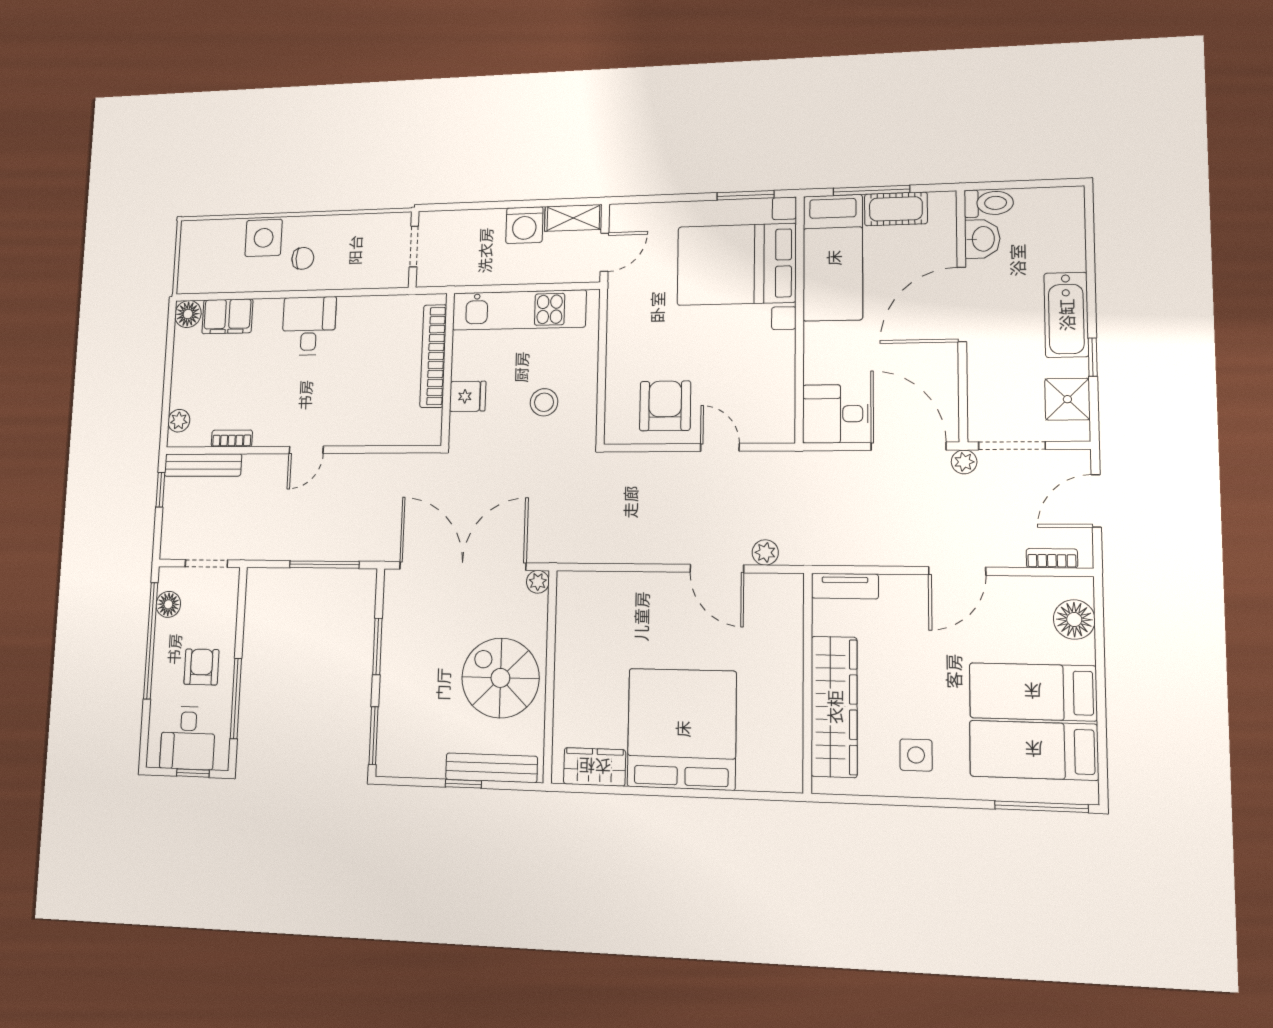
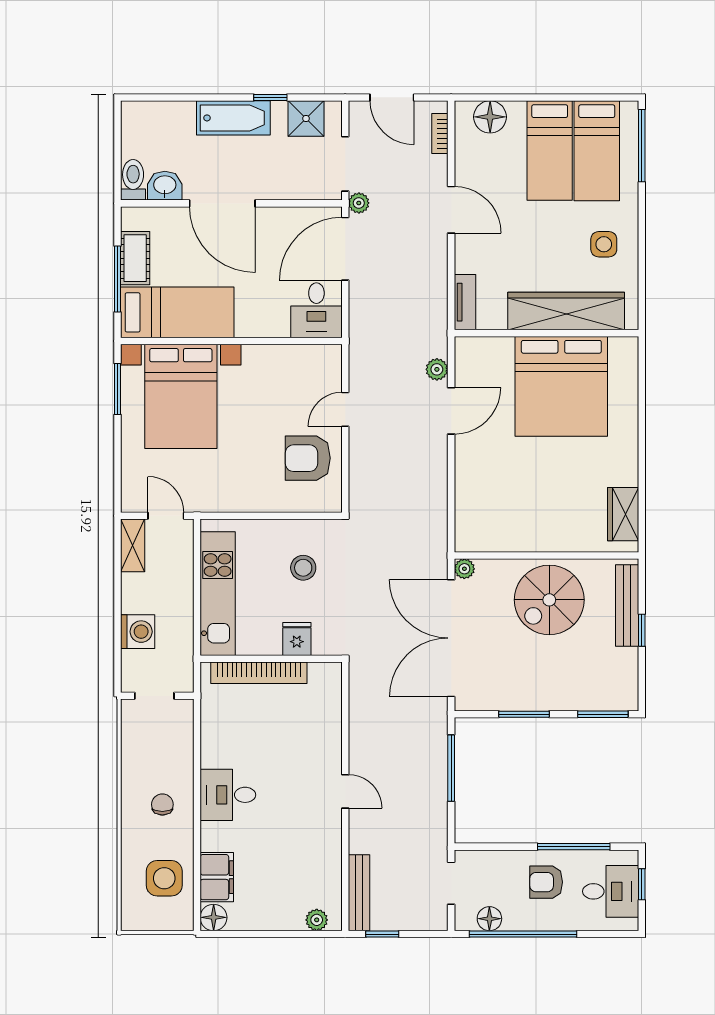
washing machine: (524, 225) -> (138, 632), moved
side table: (264, 238) -> (164, 878), moved
bookcase: (232, 438) -> (334, 865), removed
bed: (682, 729) -> (561, 386), moved, turned -90

